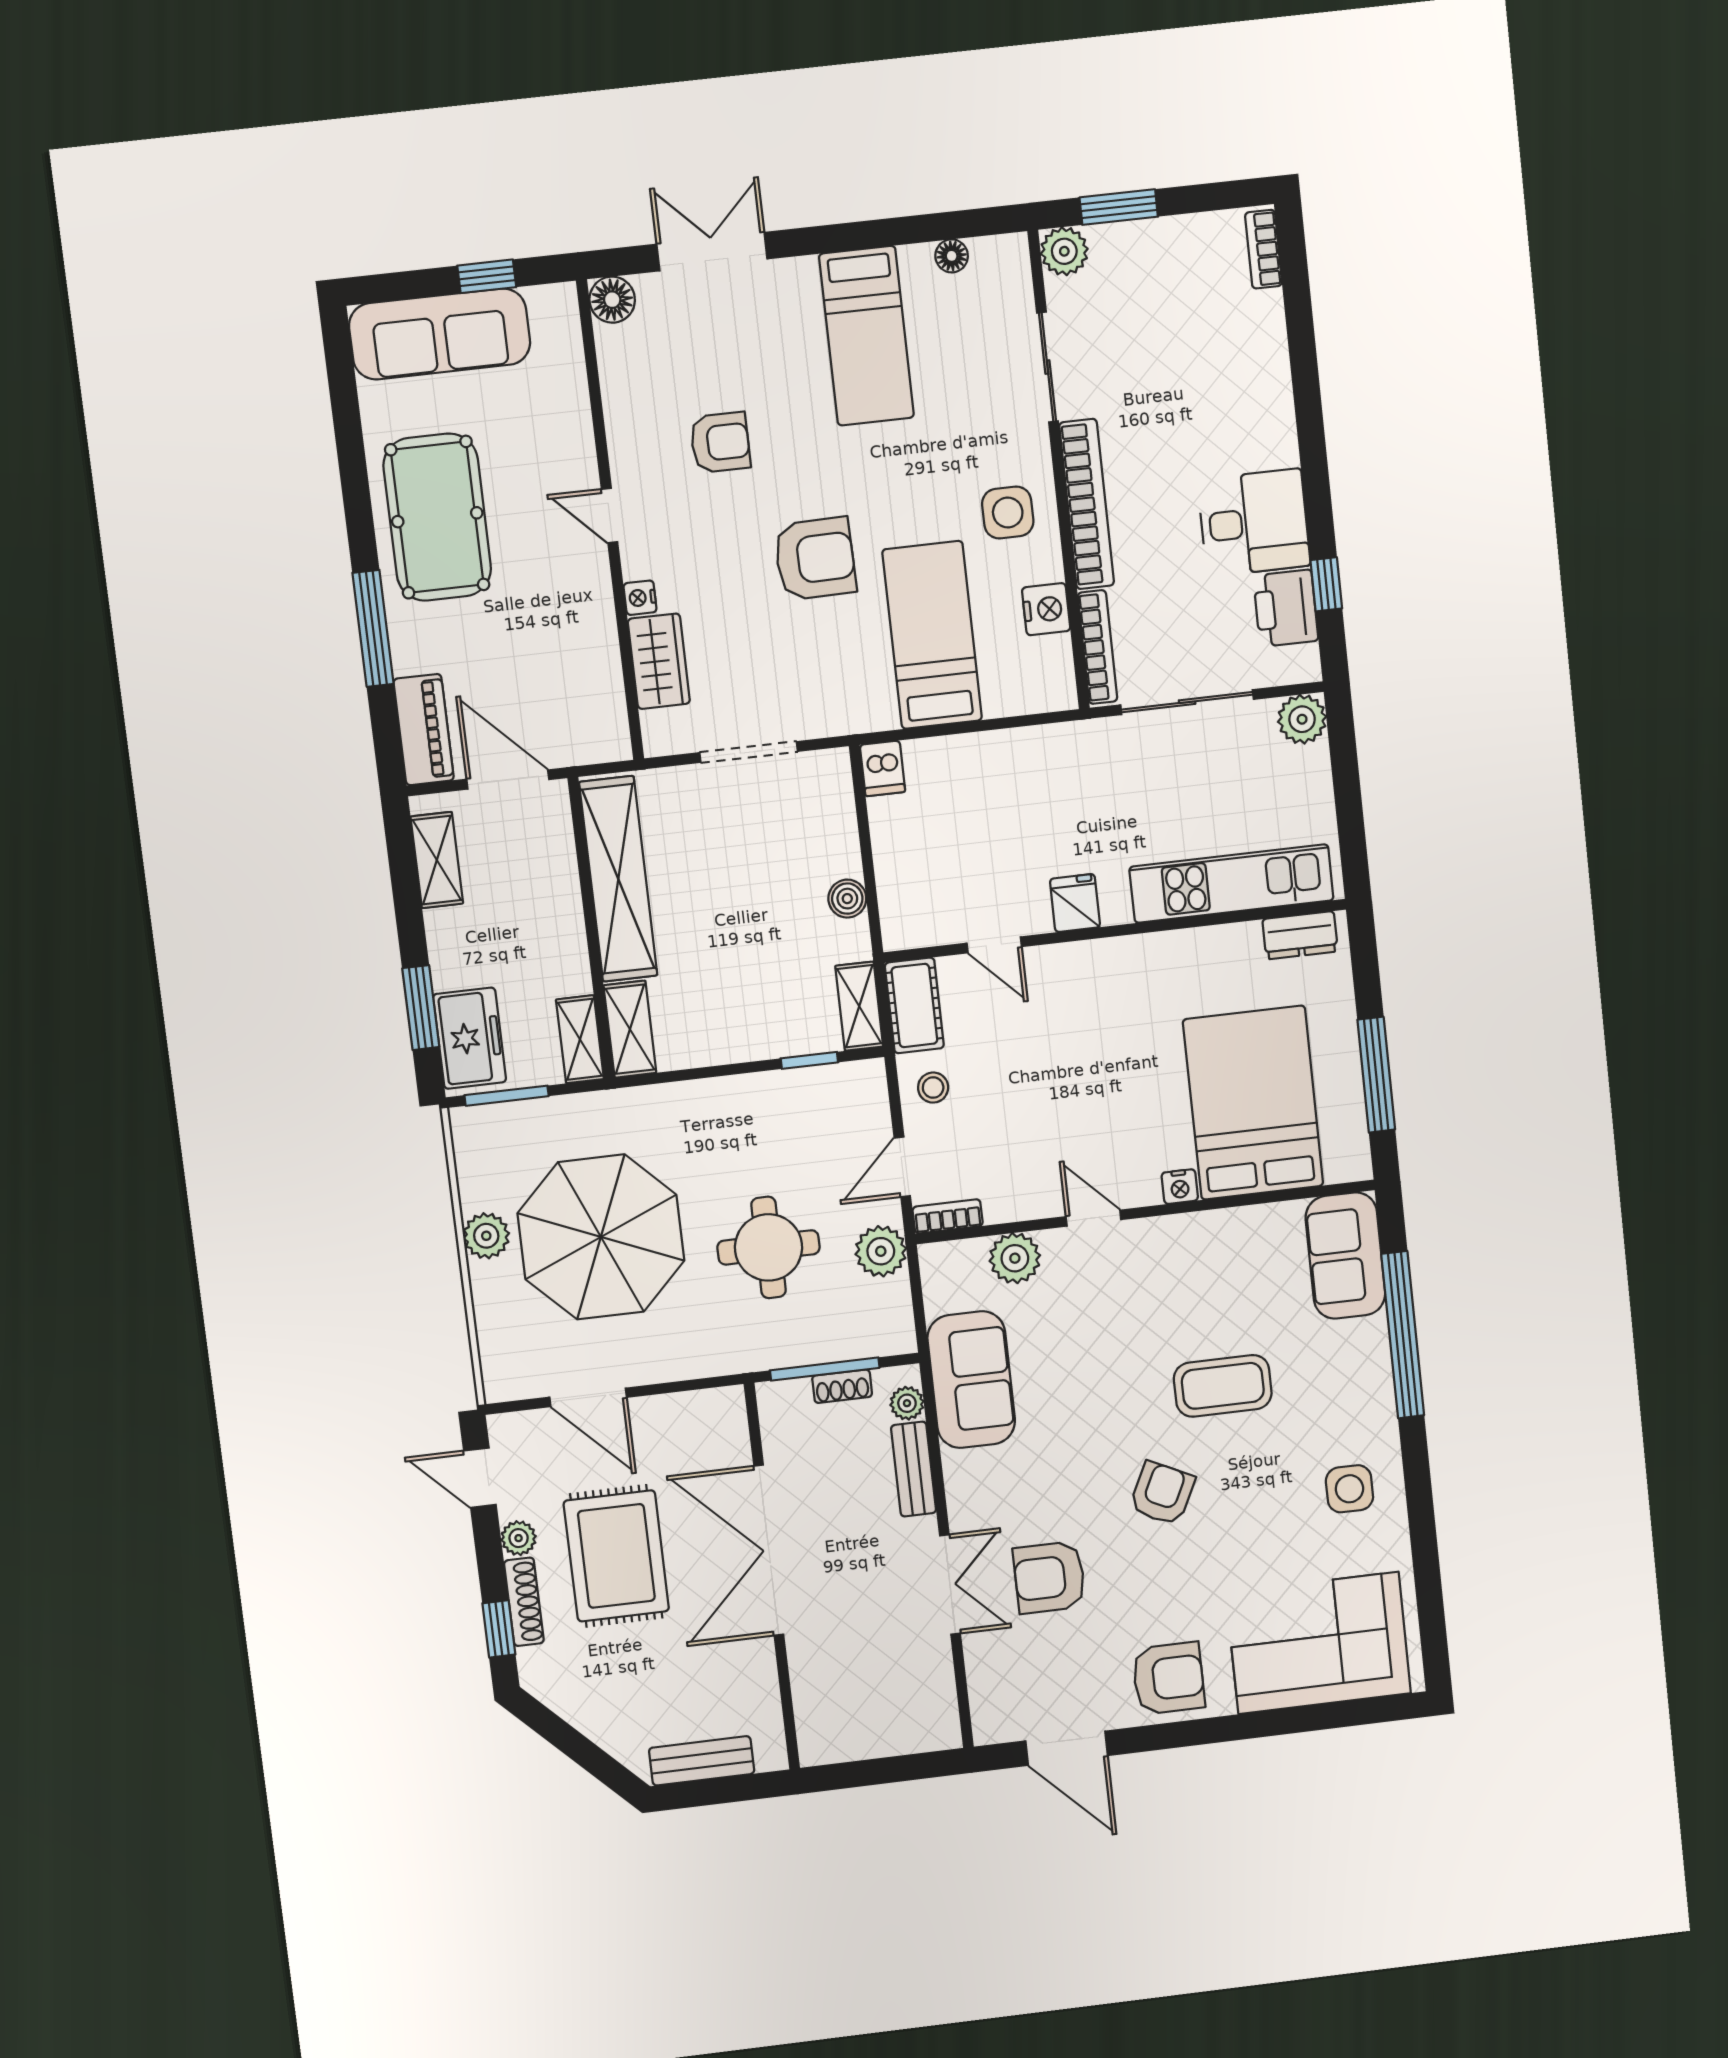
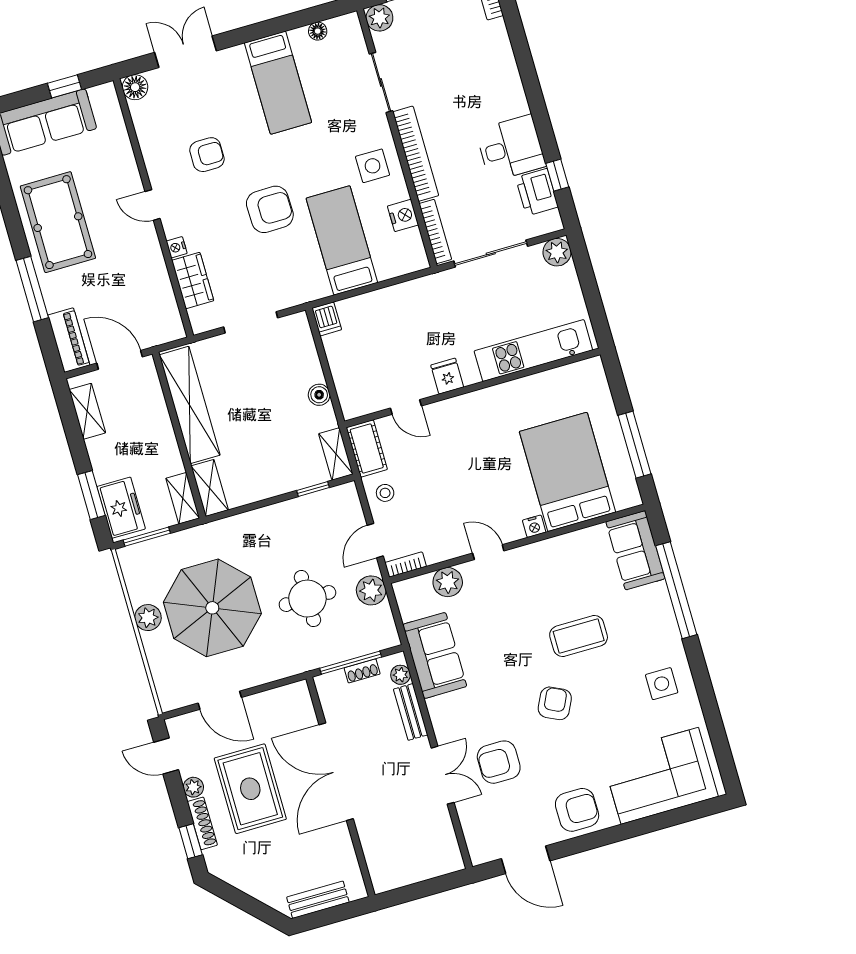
dresser: (1300, 935) -> (577, 373), removed

